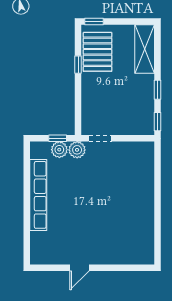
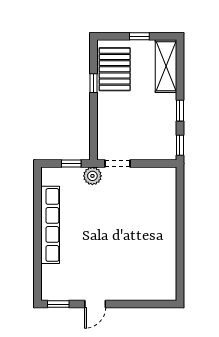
window: (94, 22) -> (139, 36), moved
plant: (59, 150) -> (73, 176), removed
window: (46, 268) -> (58, 304), added

